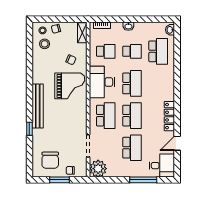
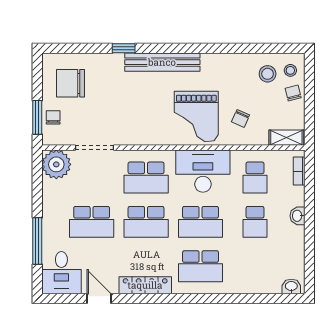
school desk: (158, 51) -> (201, 266), moved
window: (60, 180) -> (37, 117), moved

